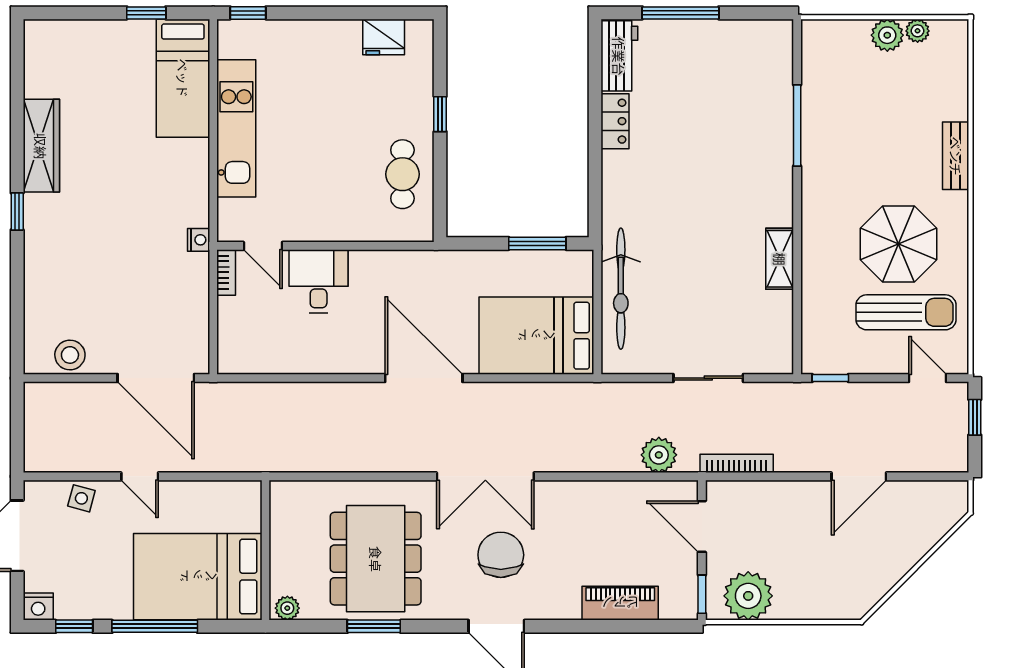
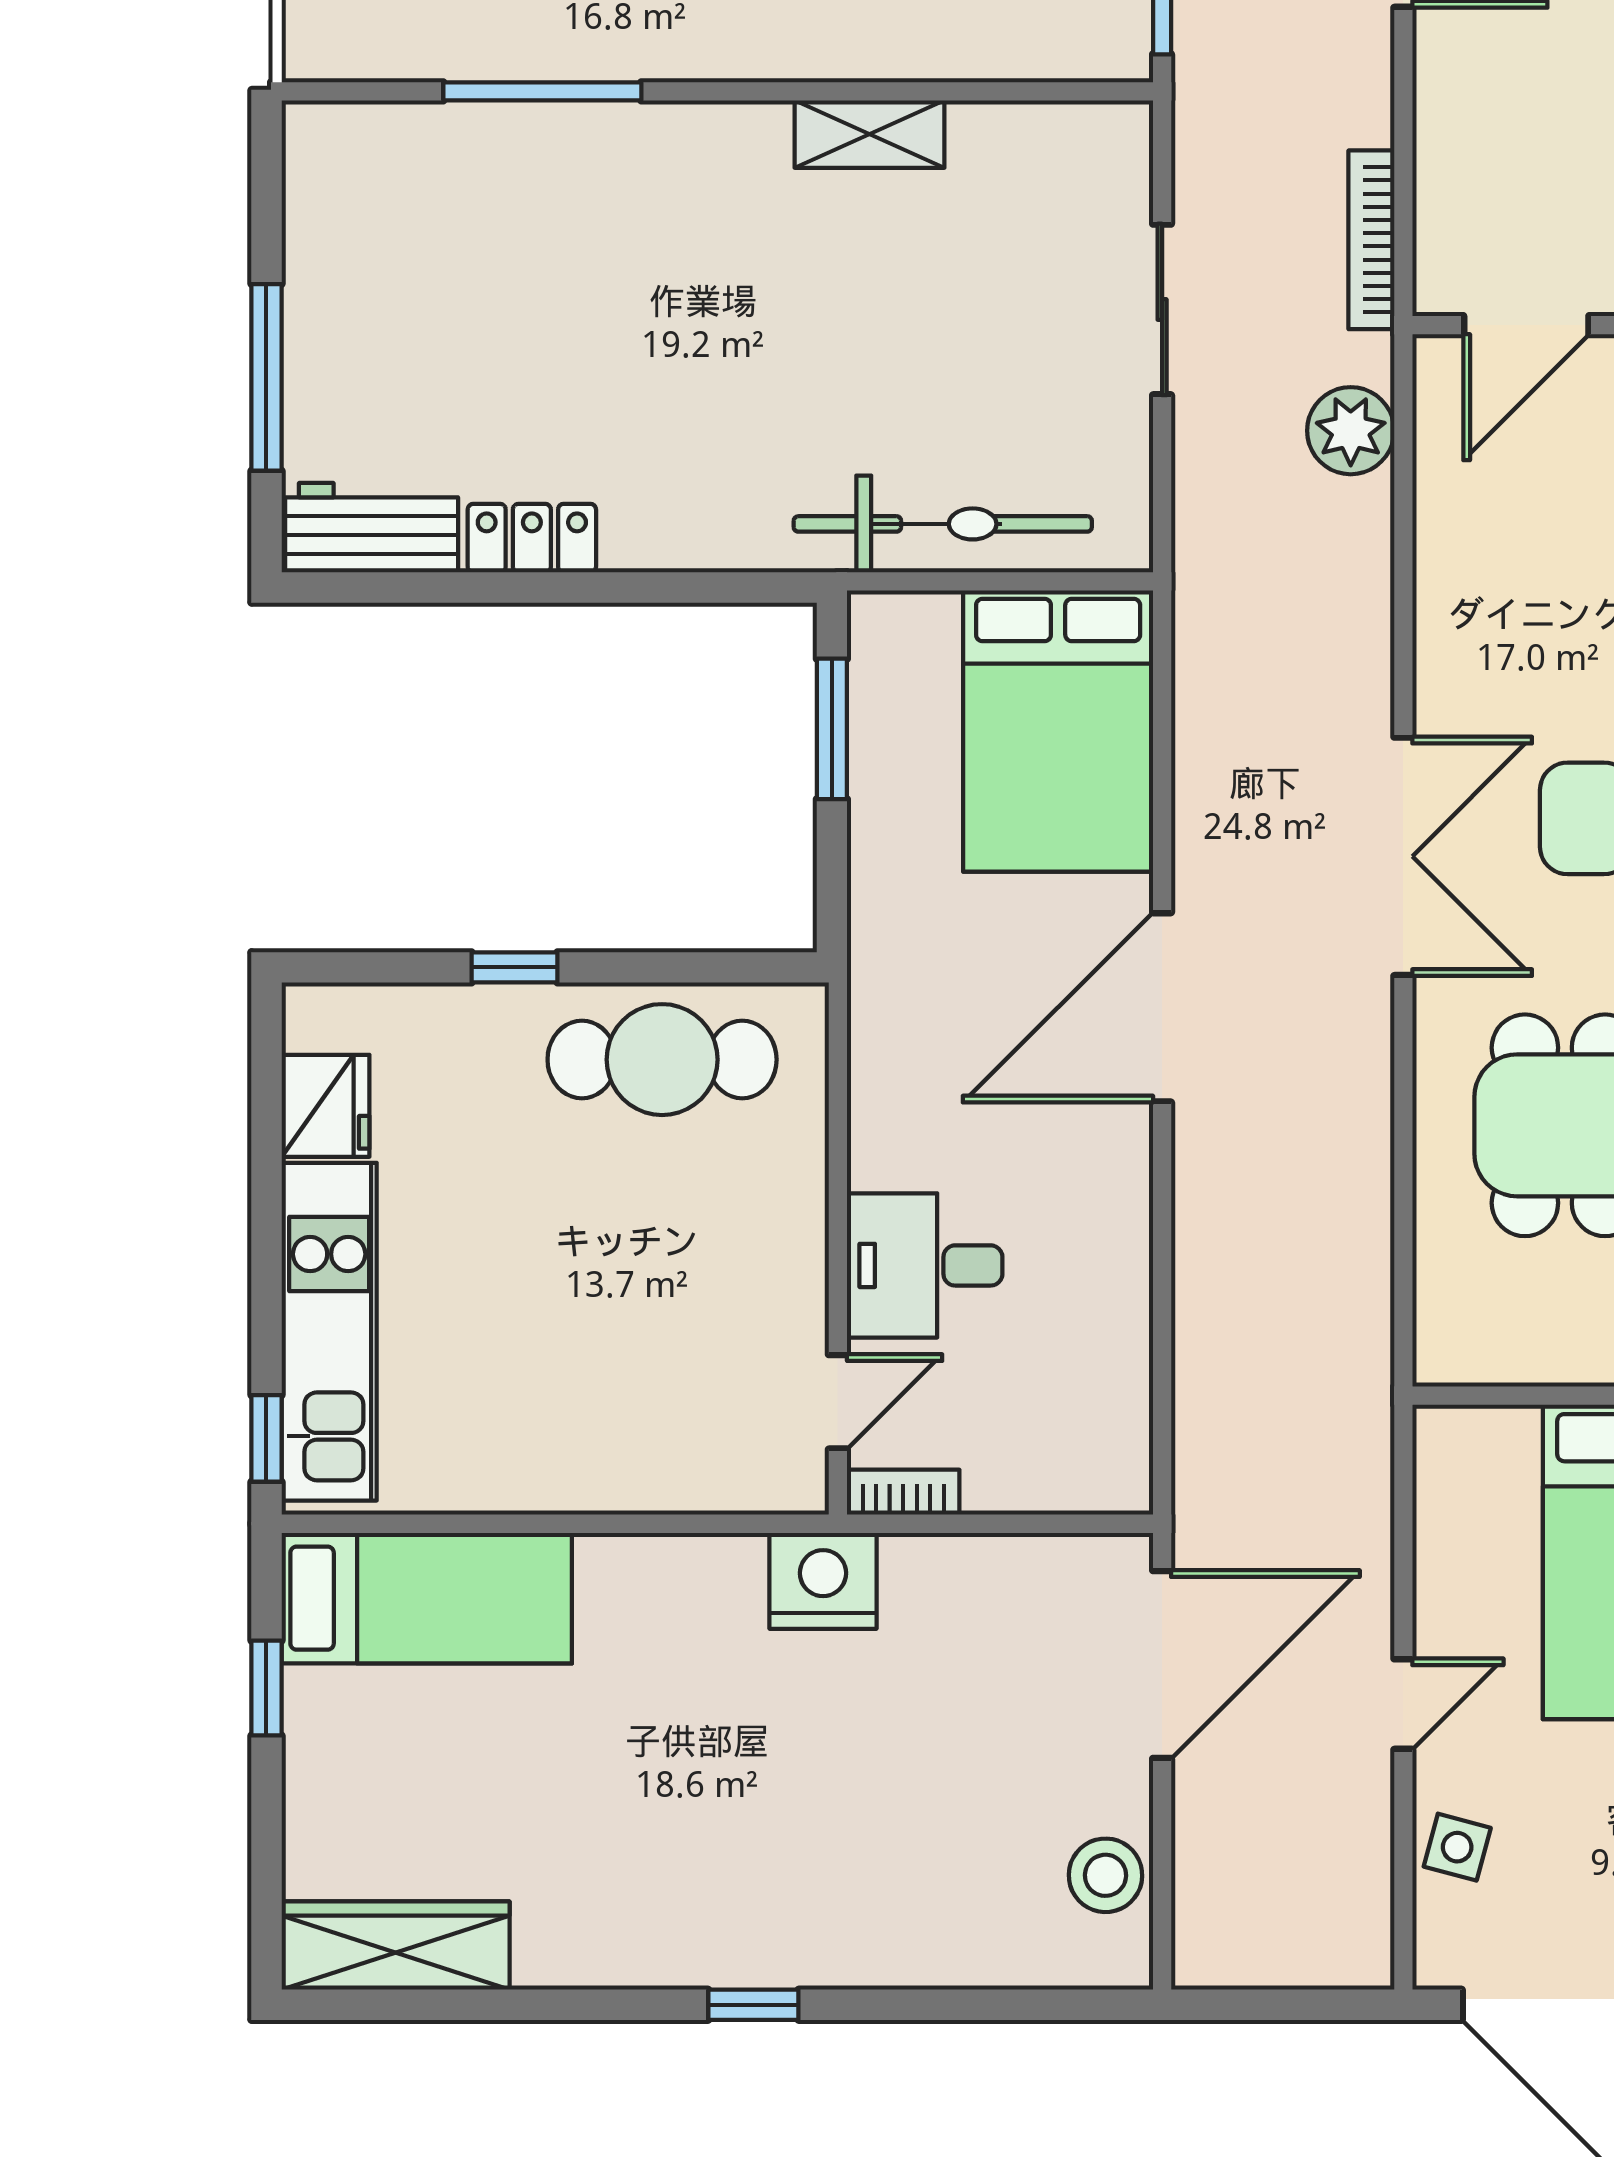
kitchen unit: (236, 128) -> (329, 1332), moved, turned 90
wardrobe: (41, 146) -> (396, 1946), moved
cafe table: (402, 174) -> (662, 1060), width x1.37, depth x1.35
nightstand: (199, 240) -> (823, 1581), width x1.89, depth x1.79

